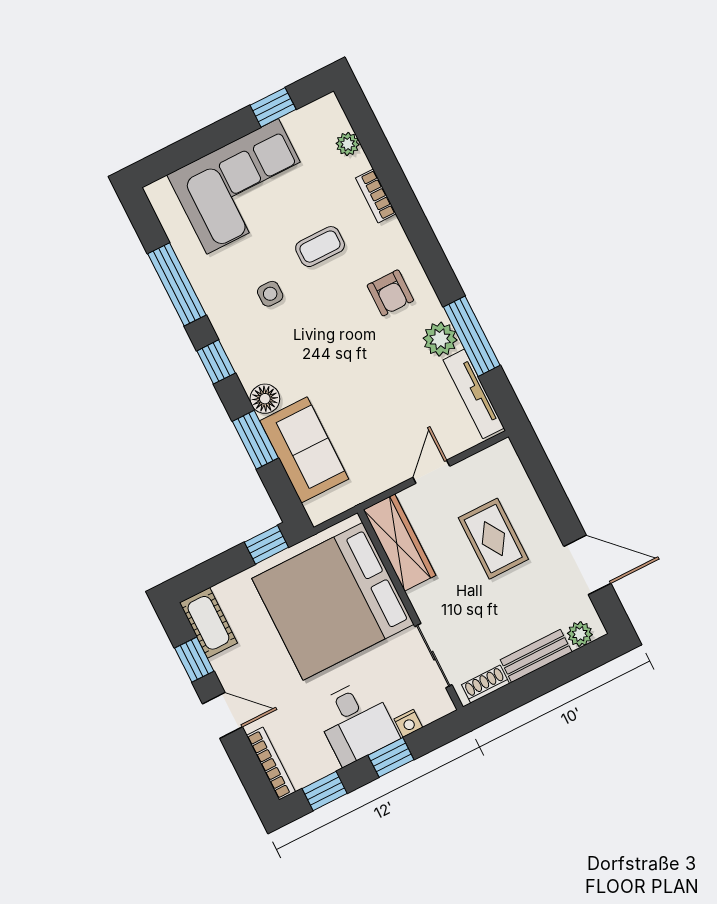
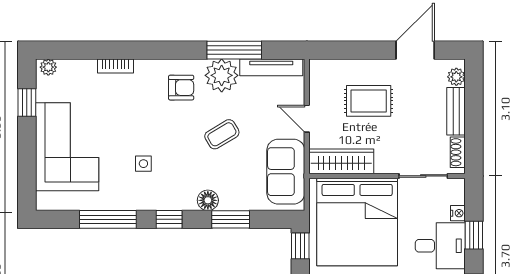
plant: (348, 144) -> (48, 67), moved
coffee table: (320, 247) -> (222, 134), moved, turned 59
plant: (440, 339) -> (222, 75), width x1.36, depth x1.36
sofa: (304, 450) -> (286, 172), moved, turned -90

